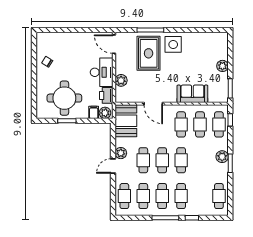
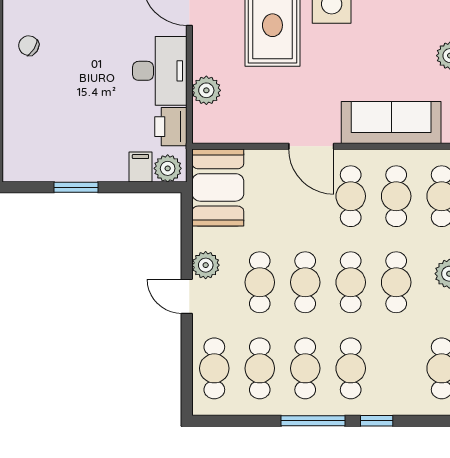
sofa: (192, 94) -> (391, 123), width x1.36
round table: (64, 98) -> (70, 133), removed
door: (153, 104) -> (311, 146), moved
cafe table: (200, 160) -> (396, 282), added
door: (113, 166) -> (187, 296), hinge flipped

